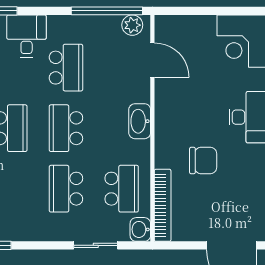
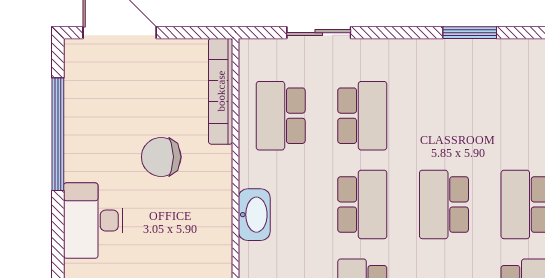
washbasin: (140, 229) -> (253, 56), removed

